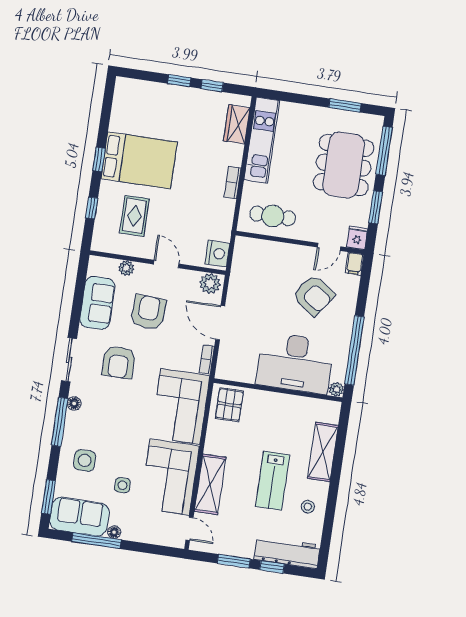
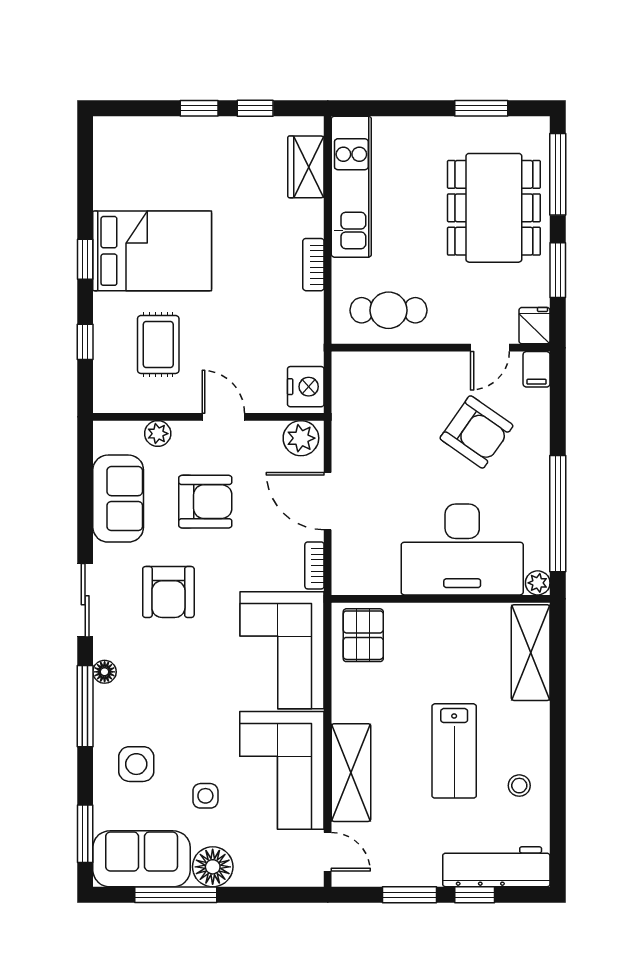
armchair: (148, 312) -> (205, 502), turned 87
shelving: (323, 452) -> (531, 653), moved
floor lamp: (114, 532) -> (213, 867), width x1.89, depth x1.89

